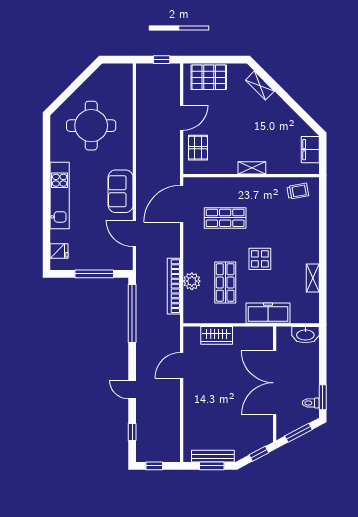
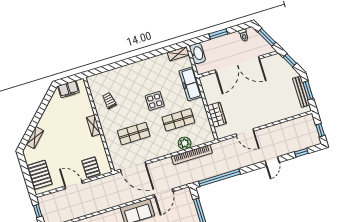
pallet: (198, 148) -> (91, 167), turned 90
trolley: (298, 191) -> (109, 101), moved
shop shelf: (225, 218) -> (134, 134), turned 90
shelving: (313, 278) -> (178, 54), moved
window: (323, 397) -> (218, 34), moved

